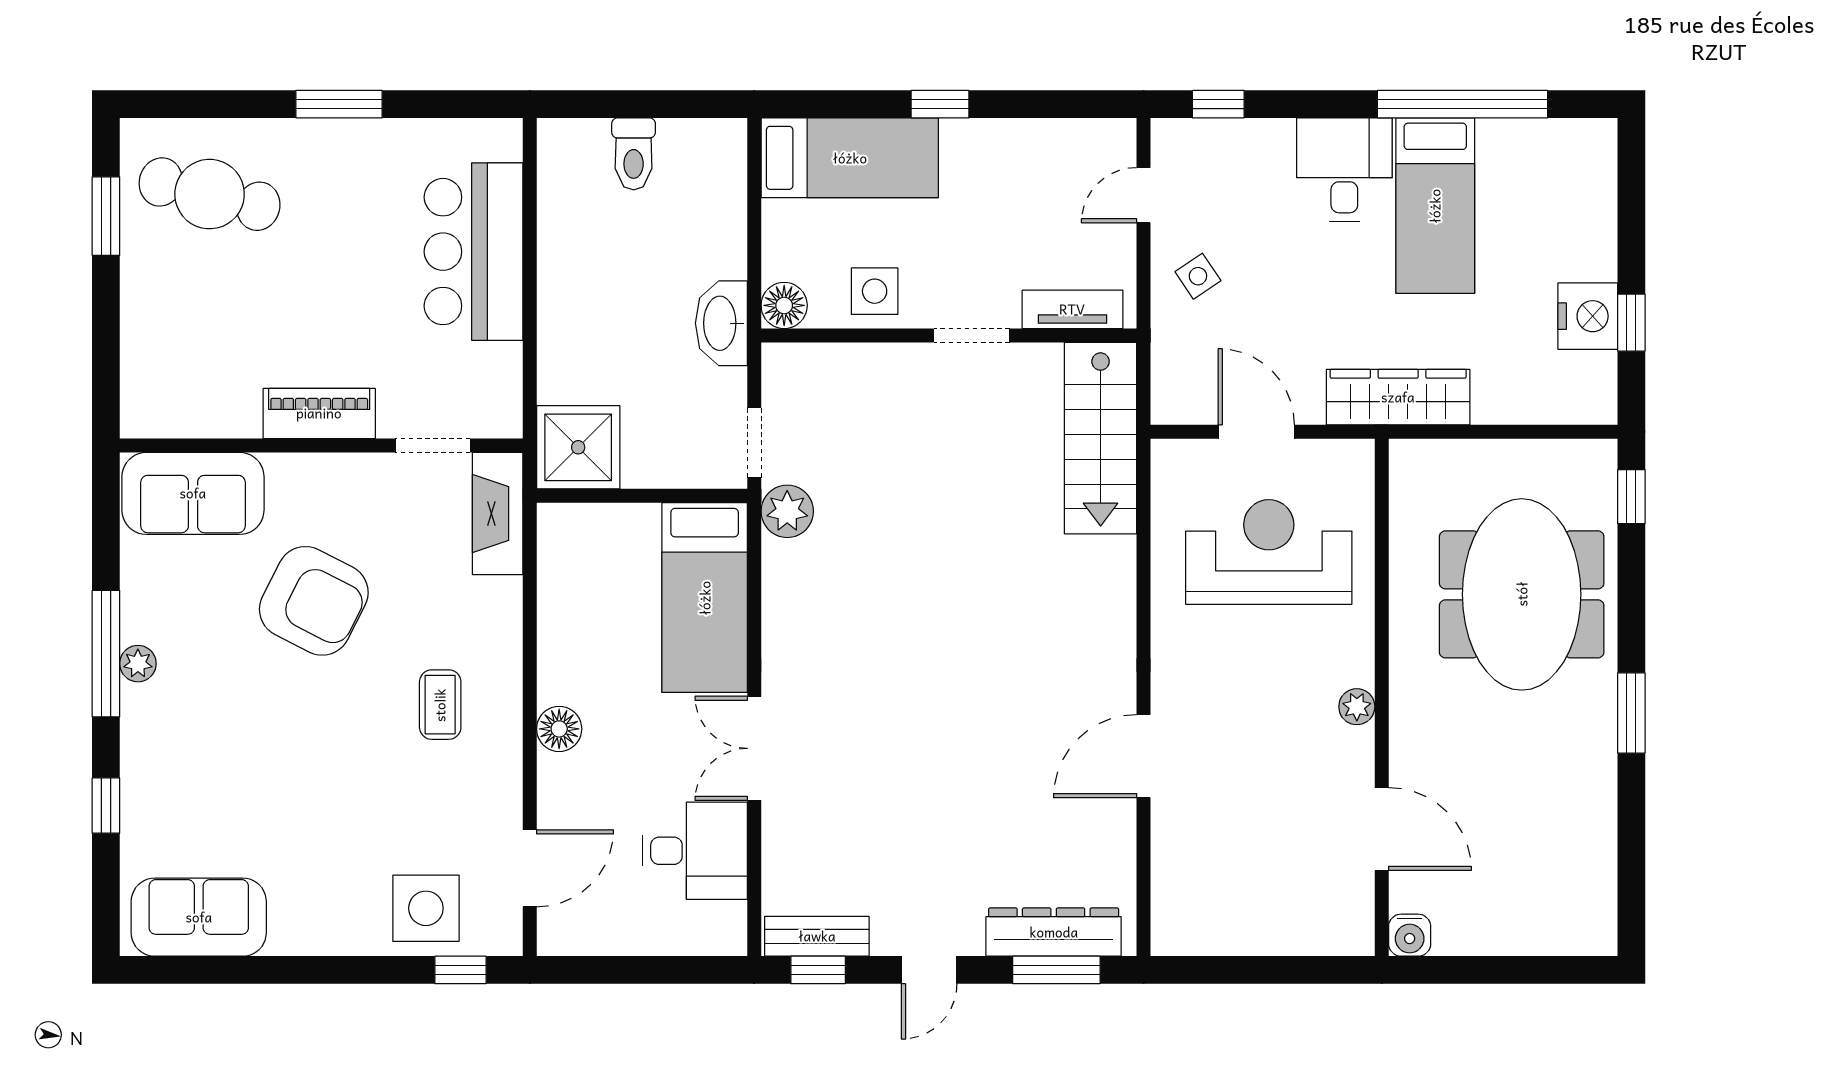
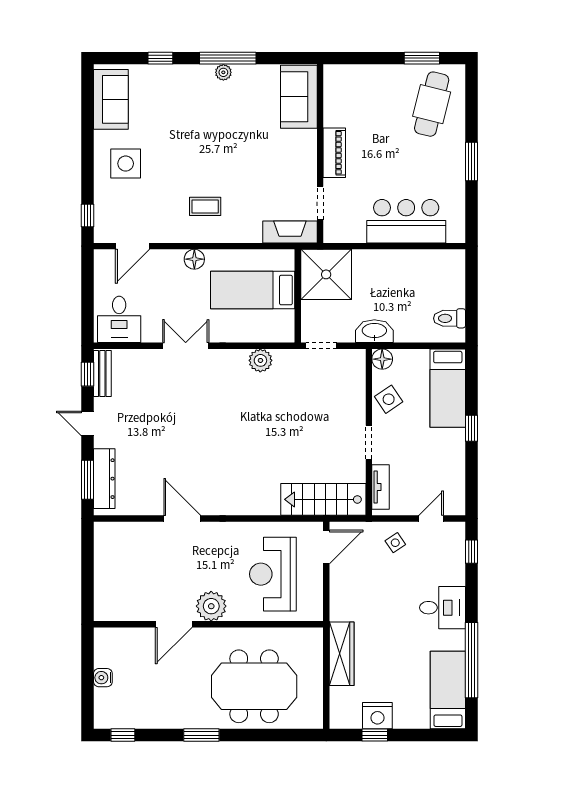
toilet: (634, 154) -> (450, 318), moved
door: (1144, 195) -> (431, 519), hinge flipped
bed: (1435, 206) -> (448, 690), moved, turned 90
side table: (875, 291) -> (389, 399), turned -34
wardrobe: (1398, 397) -> (342, 654), moved
door: (1256, 432) -> (326, 547), moved
shower: (578, 447) -> (326, 274), width x1.37, depth x1.37
window: (1631, 497) -> (123, 735), moved
plant: (787, 511) -> (260, 360), moved
reception desk: (1269, 552) -> (273, 574), turned 180
bed: (705, 598) -> (253, 290), moved
armchair: (314, 601) -> (251, 150), removed
plant: (1357, 707) -> (211, 606), width x1.87, depth x1.87
door: (1382, 829) -> (174, 624), moved
desk: (695, 851) -> (119, 319), moved
door: (530, 868) -> (132, 246), hinge flipped
side table: (426, 908) -> (126, 164), moved
water cooler: (1410, 935) -> (103, 678), moved

